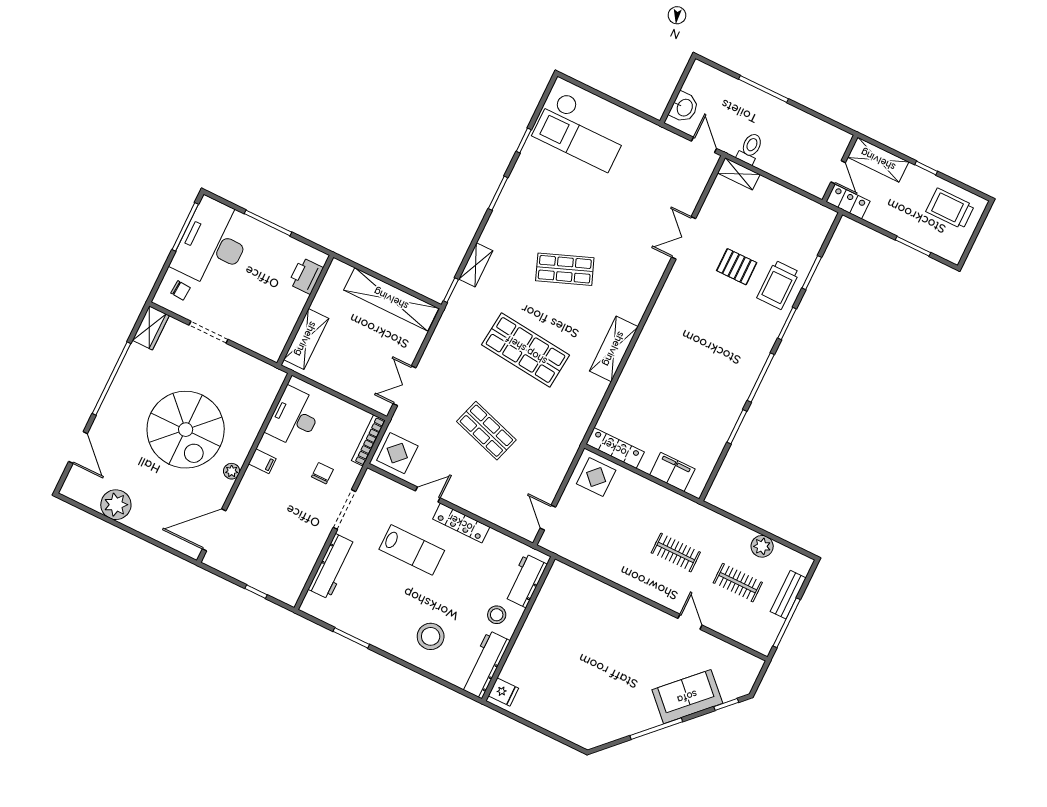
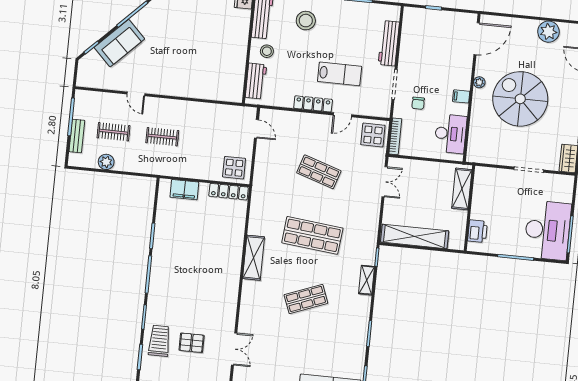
chair: (181, 290) -> (558, 191), removed
lab bench: (412, 550) -> (340, 74), turned 180

